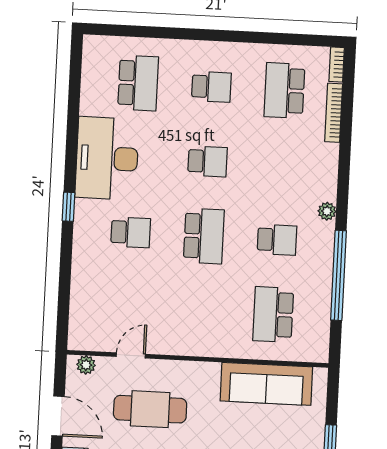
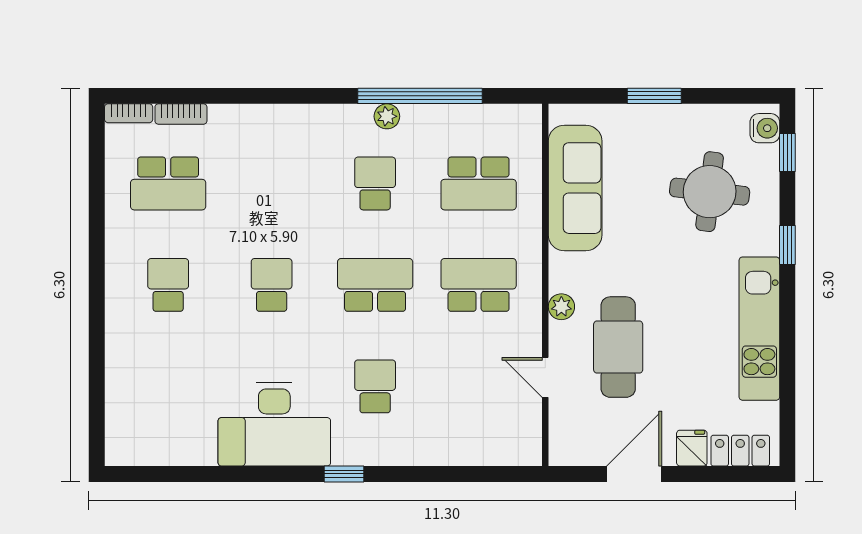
school desk: (138, 83) -> (479, 285), moved
bookcase: (334, 113) -> (181, 114), width x0.64
plant: (327, 211) -> (387, 116), moved
plant: (86, 365) -> (561, 307), moved

